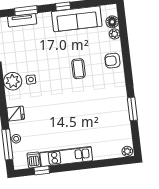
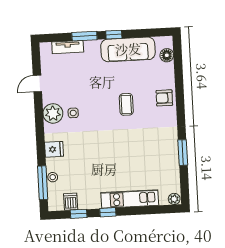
window: (26, 11) -> (84, 36), moved
plant: (115, 34) -> (169, 69), removed
kitchen unit: (66, 156) -> (130, 199), moved
window: (68, 167) -> (108, 212), added

